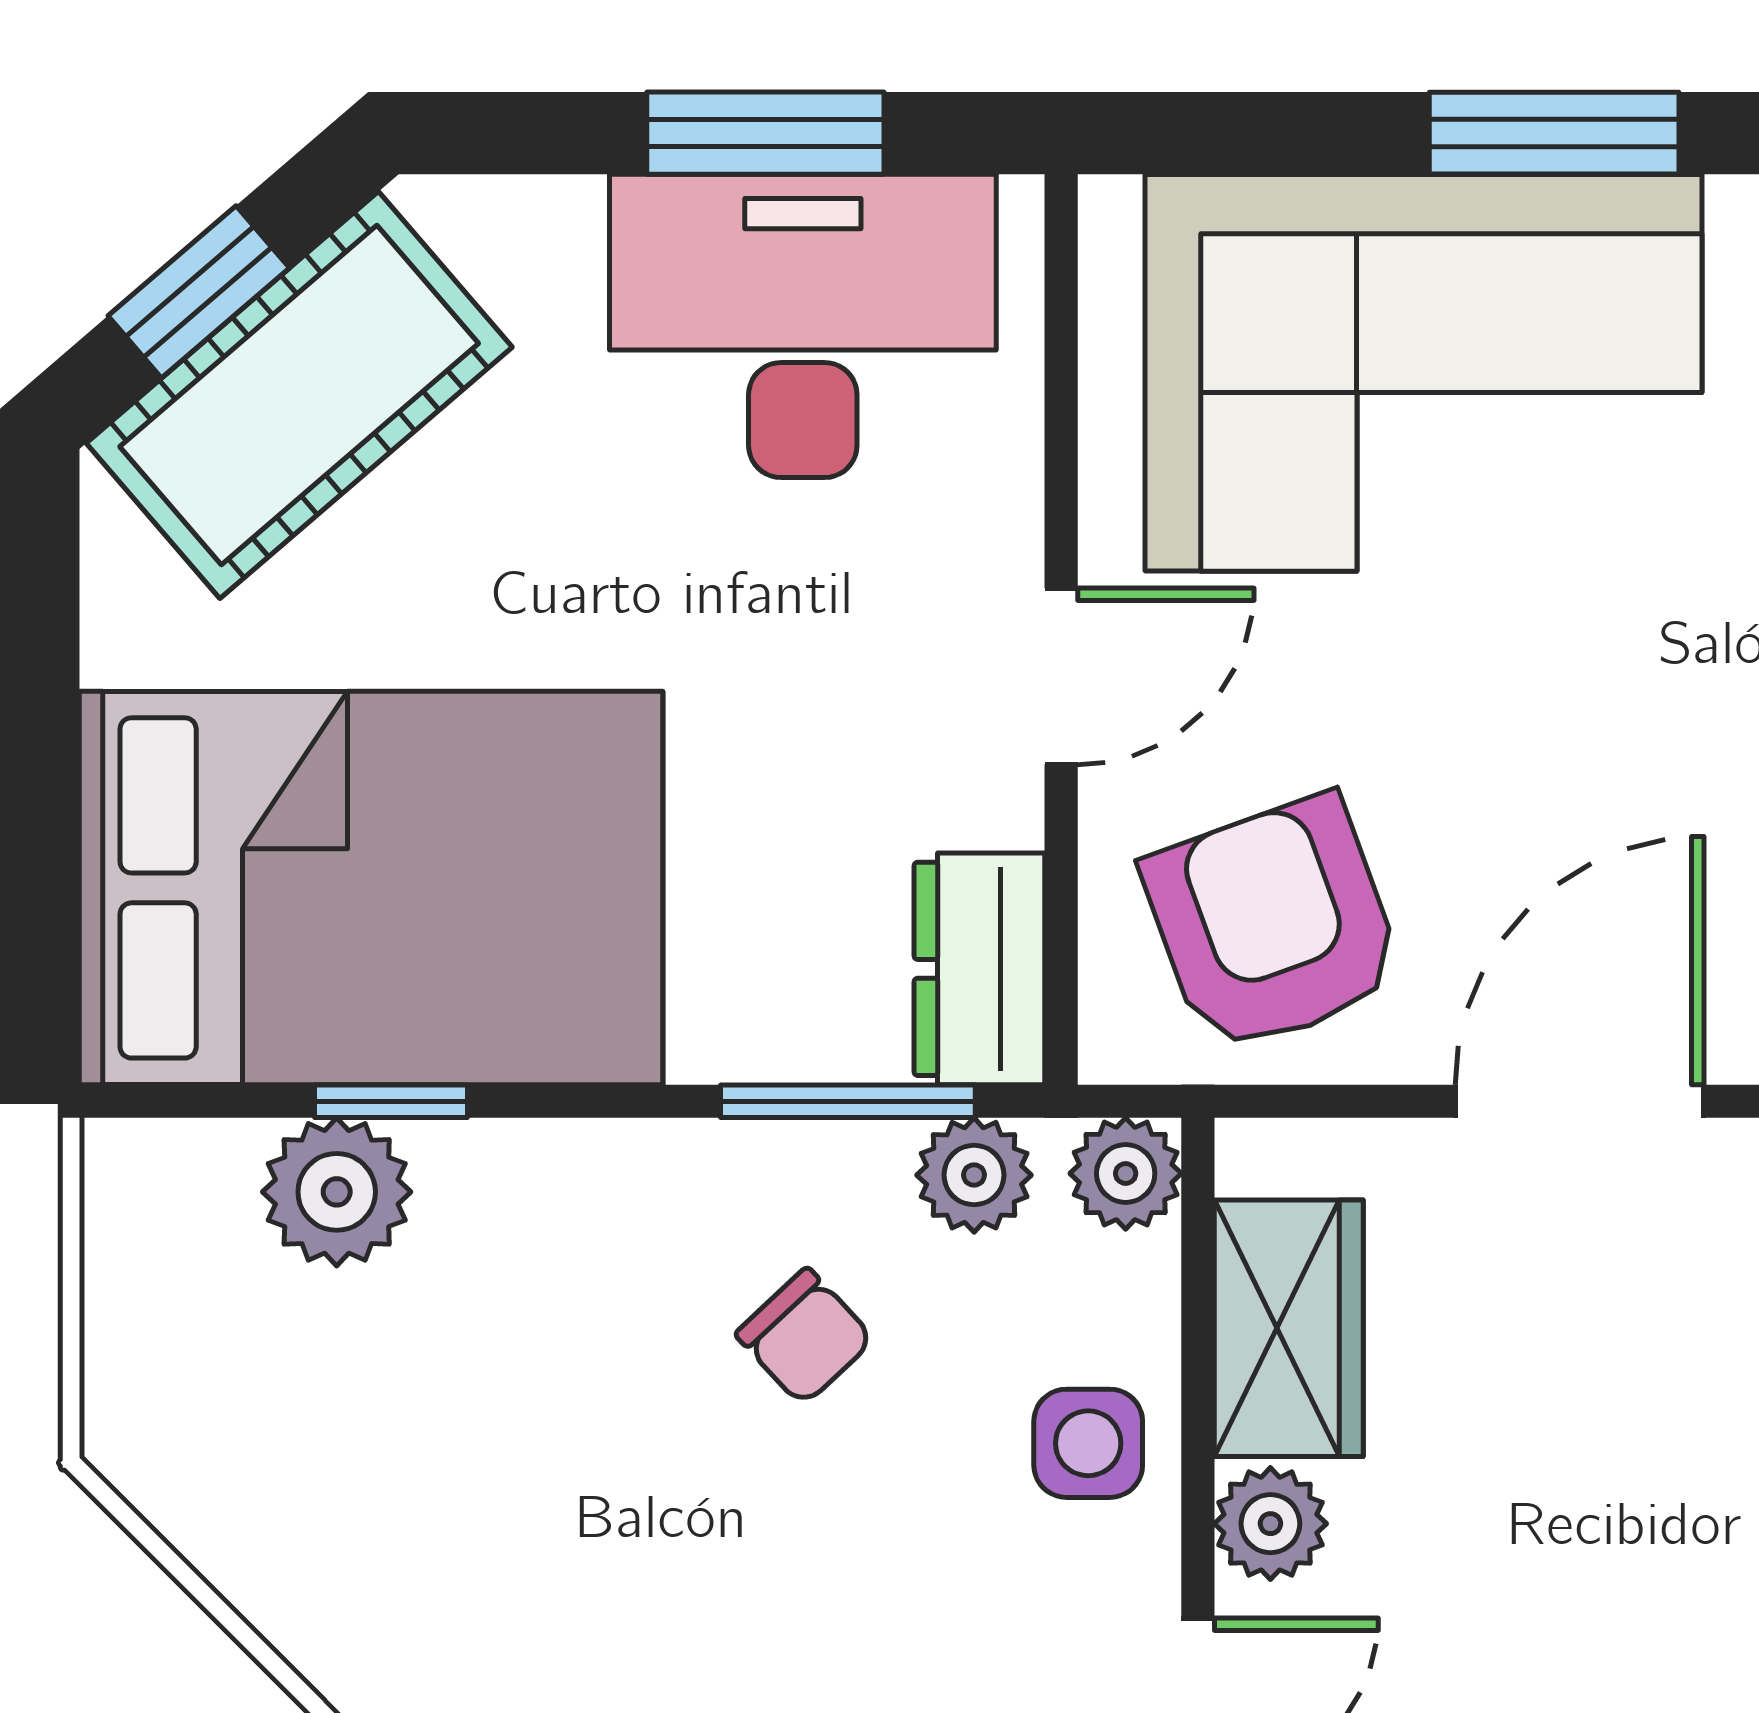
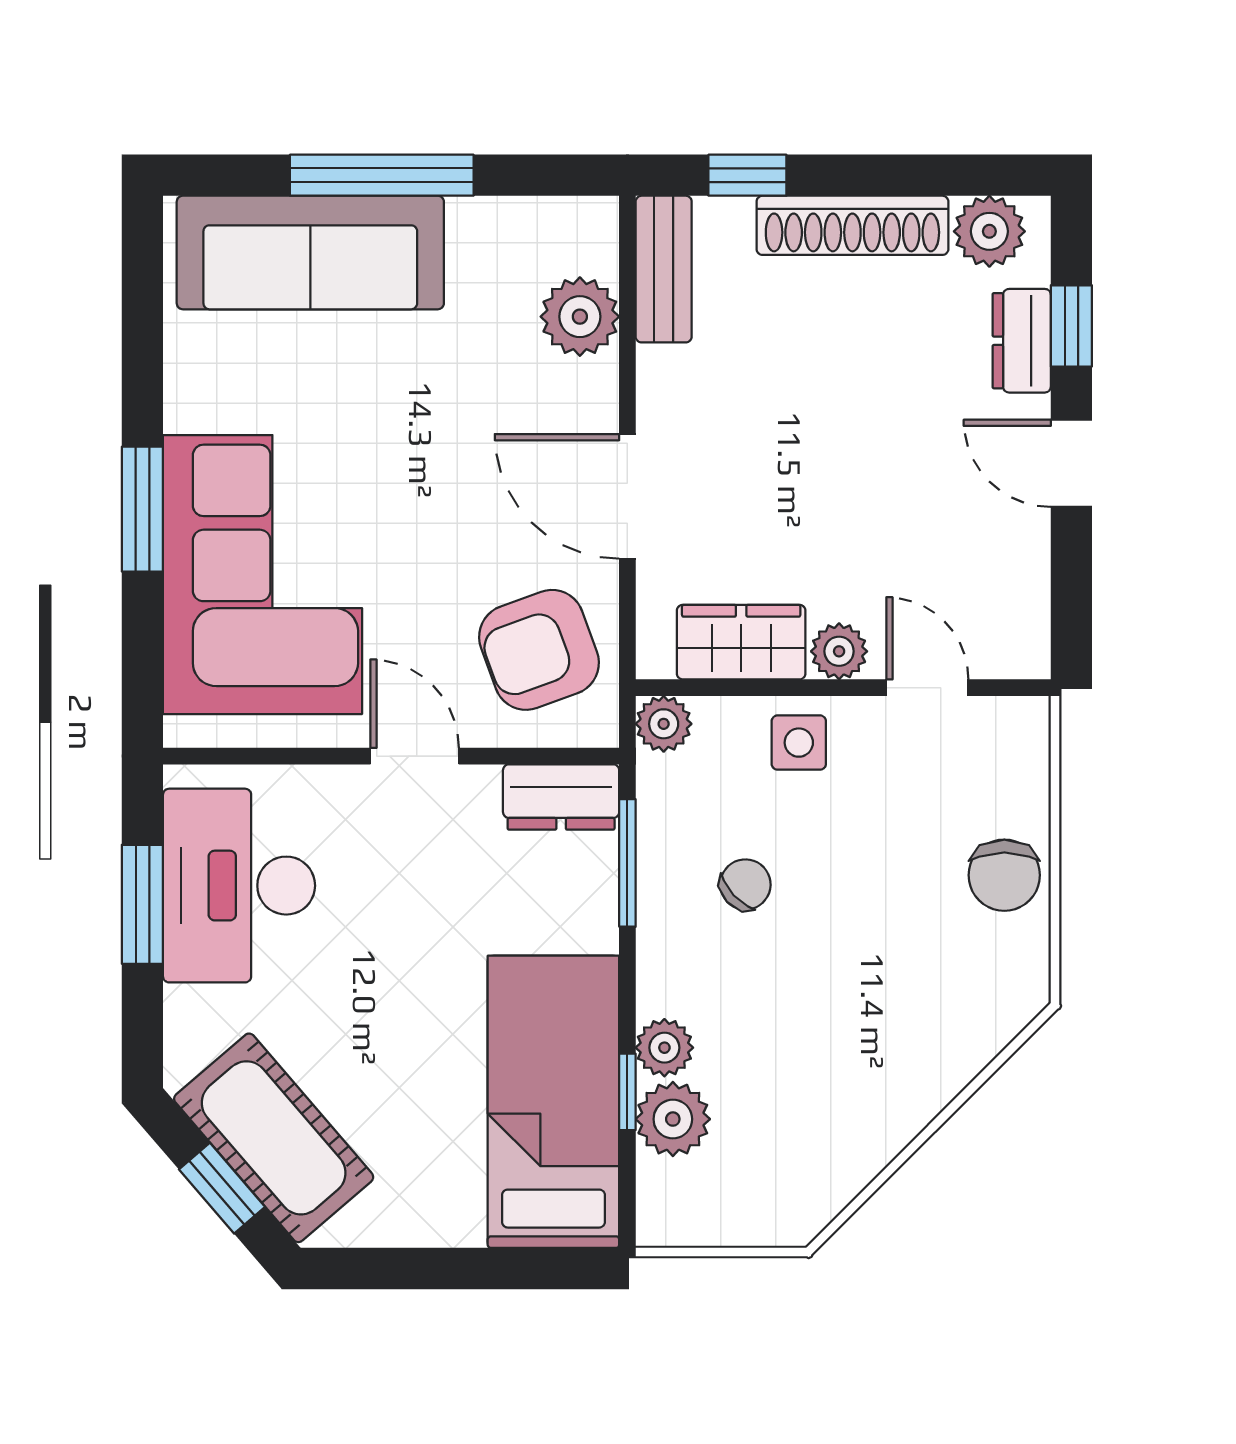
bed: (371, 888) -> (553, 1102), width x0.67
plant: (974, 1175) -> (664, 1048), moved

